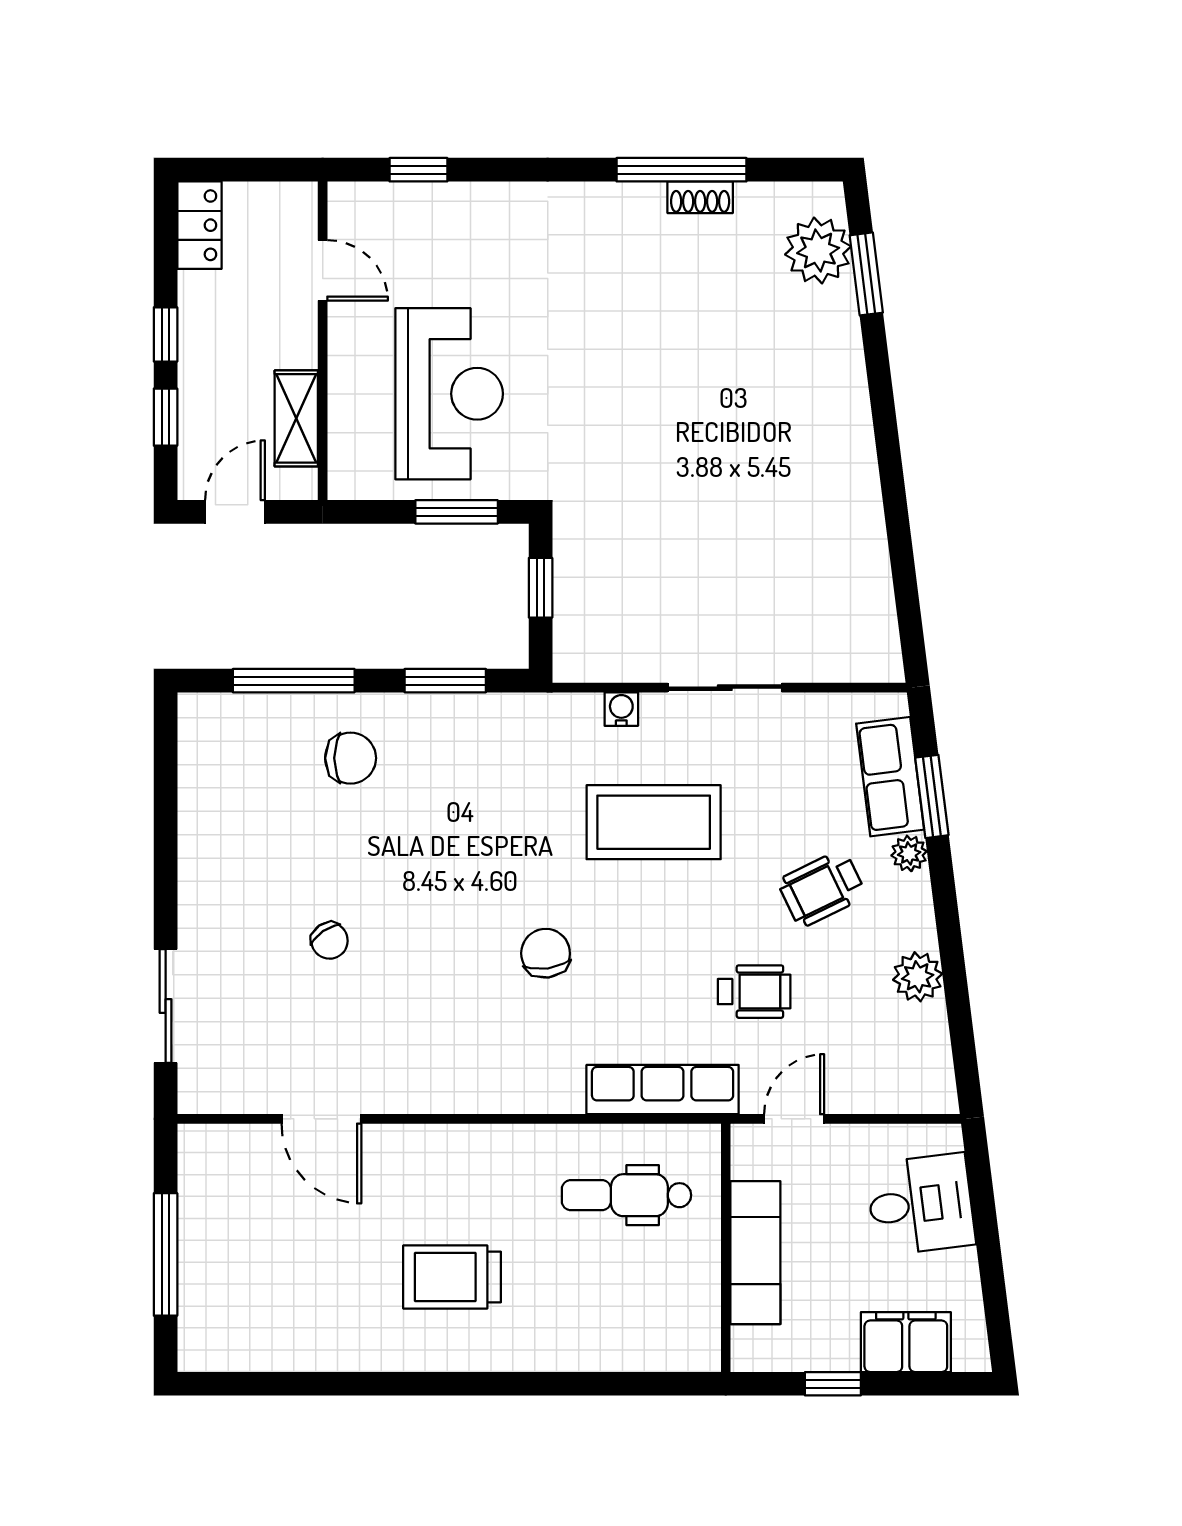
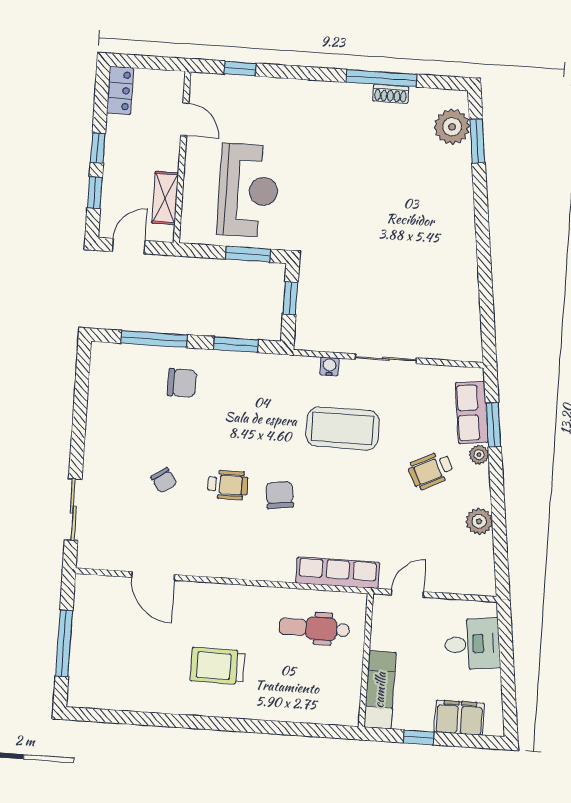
wheelchair: (754, 992) -> (228, 485), moved
exam couch: (755, 1253) -> (380, 690), moved

